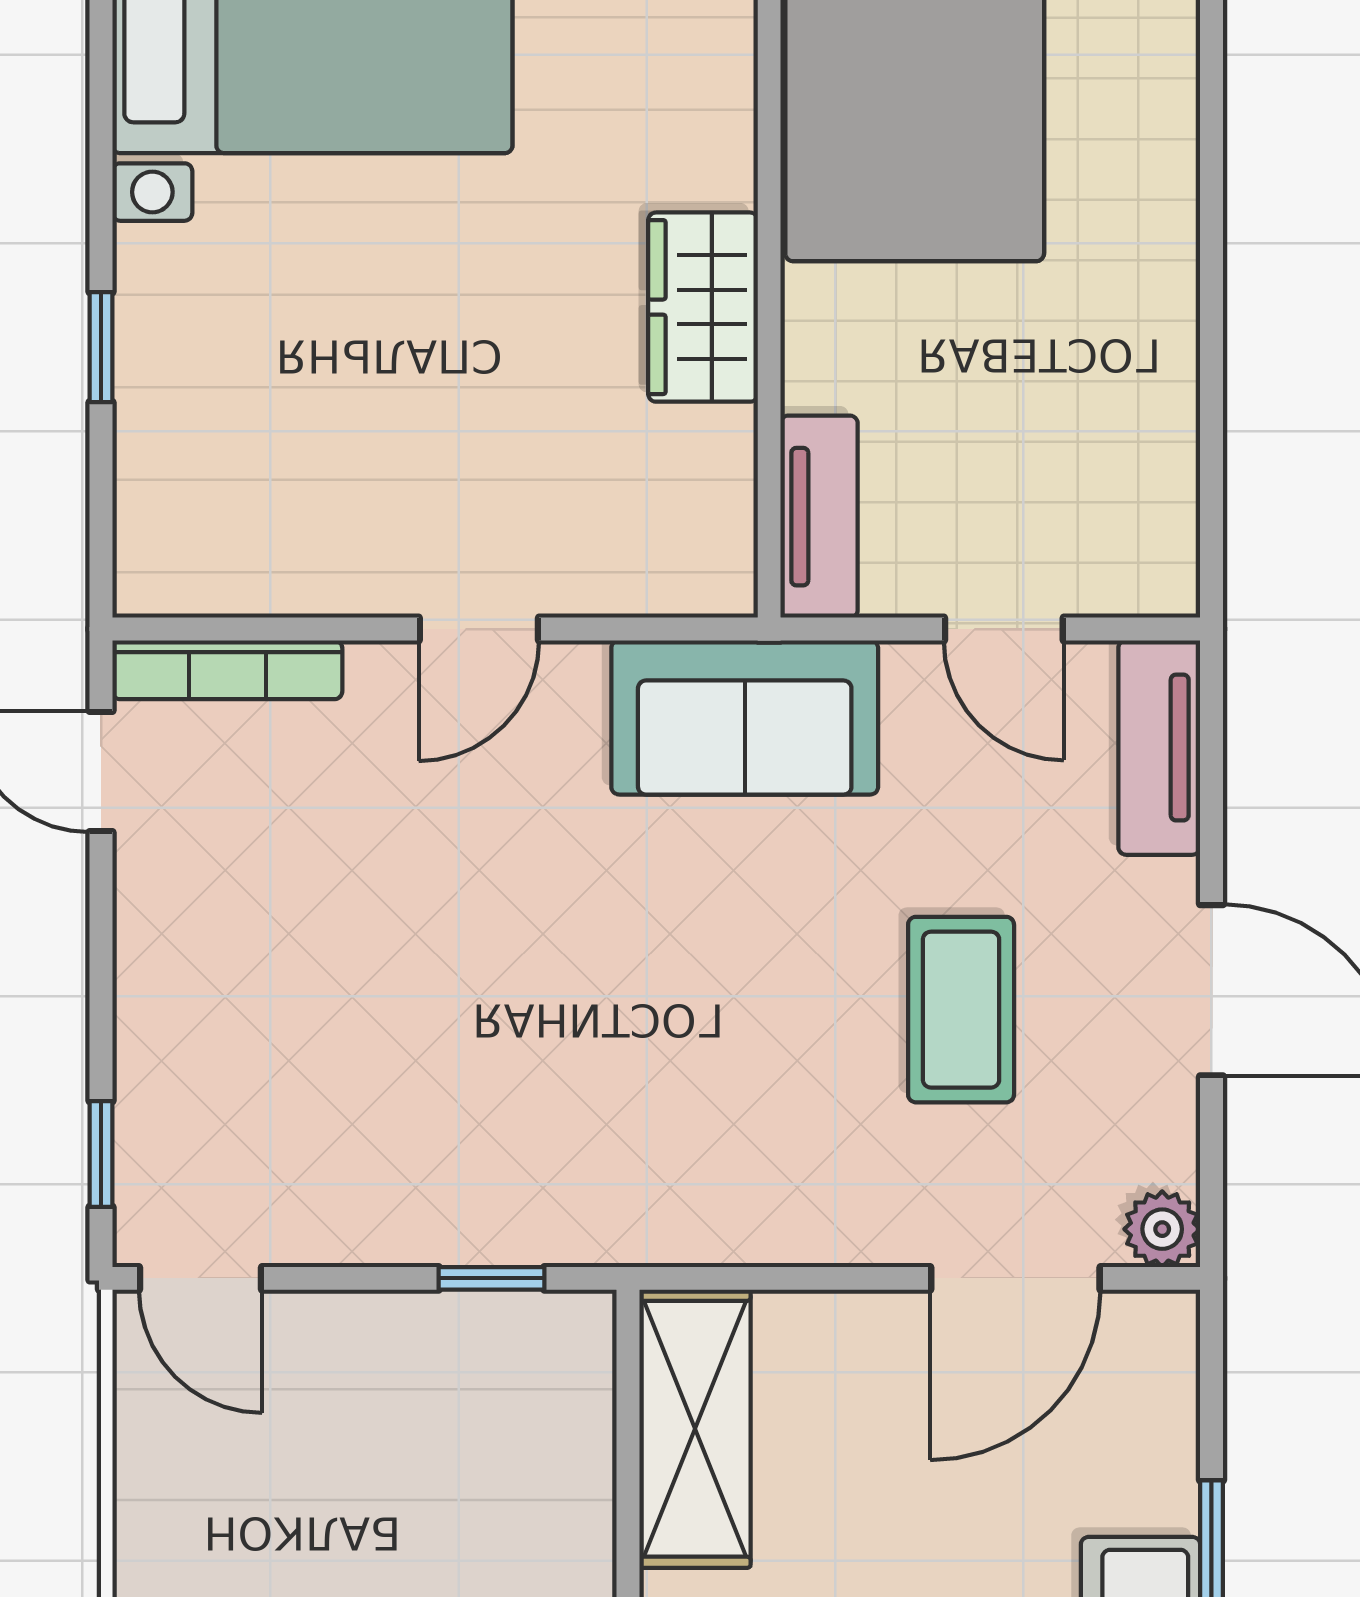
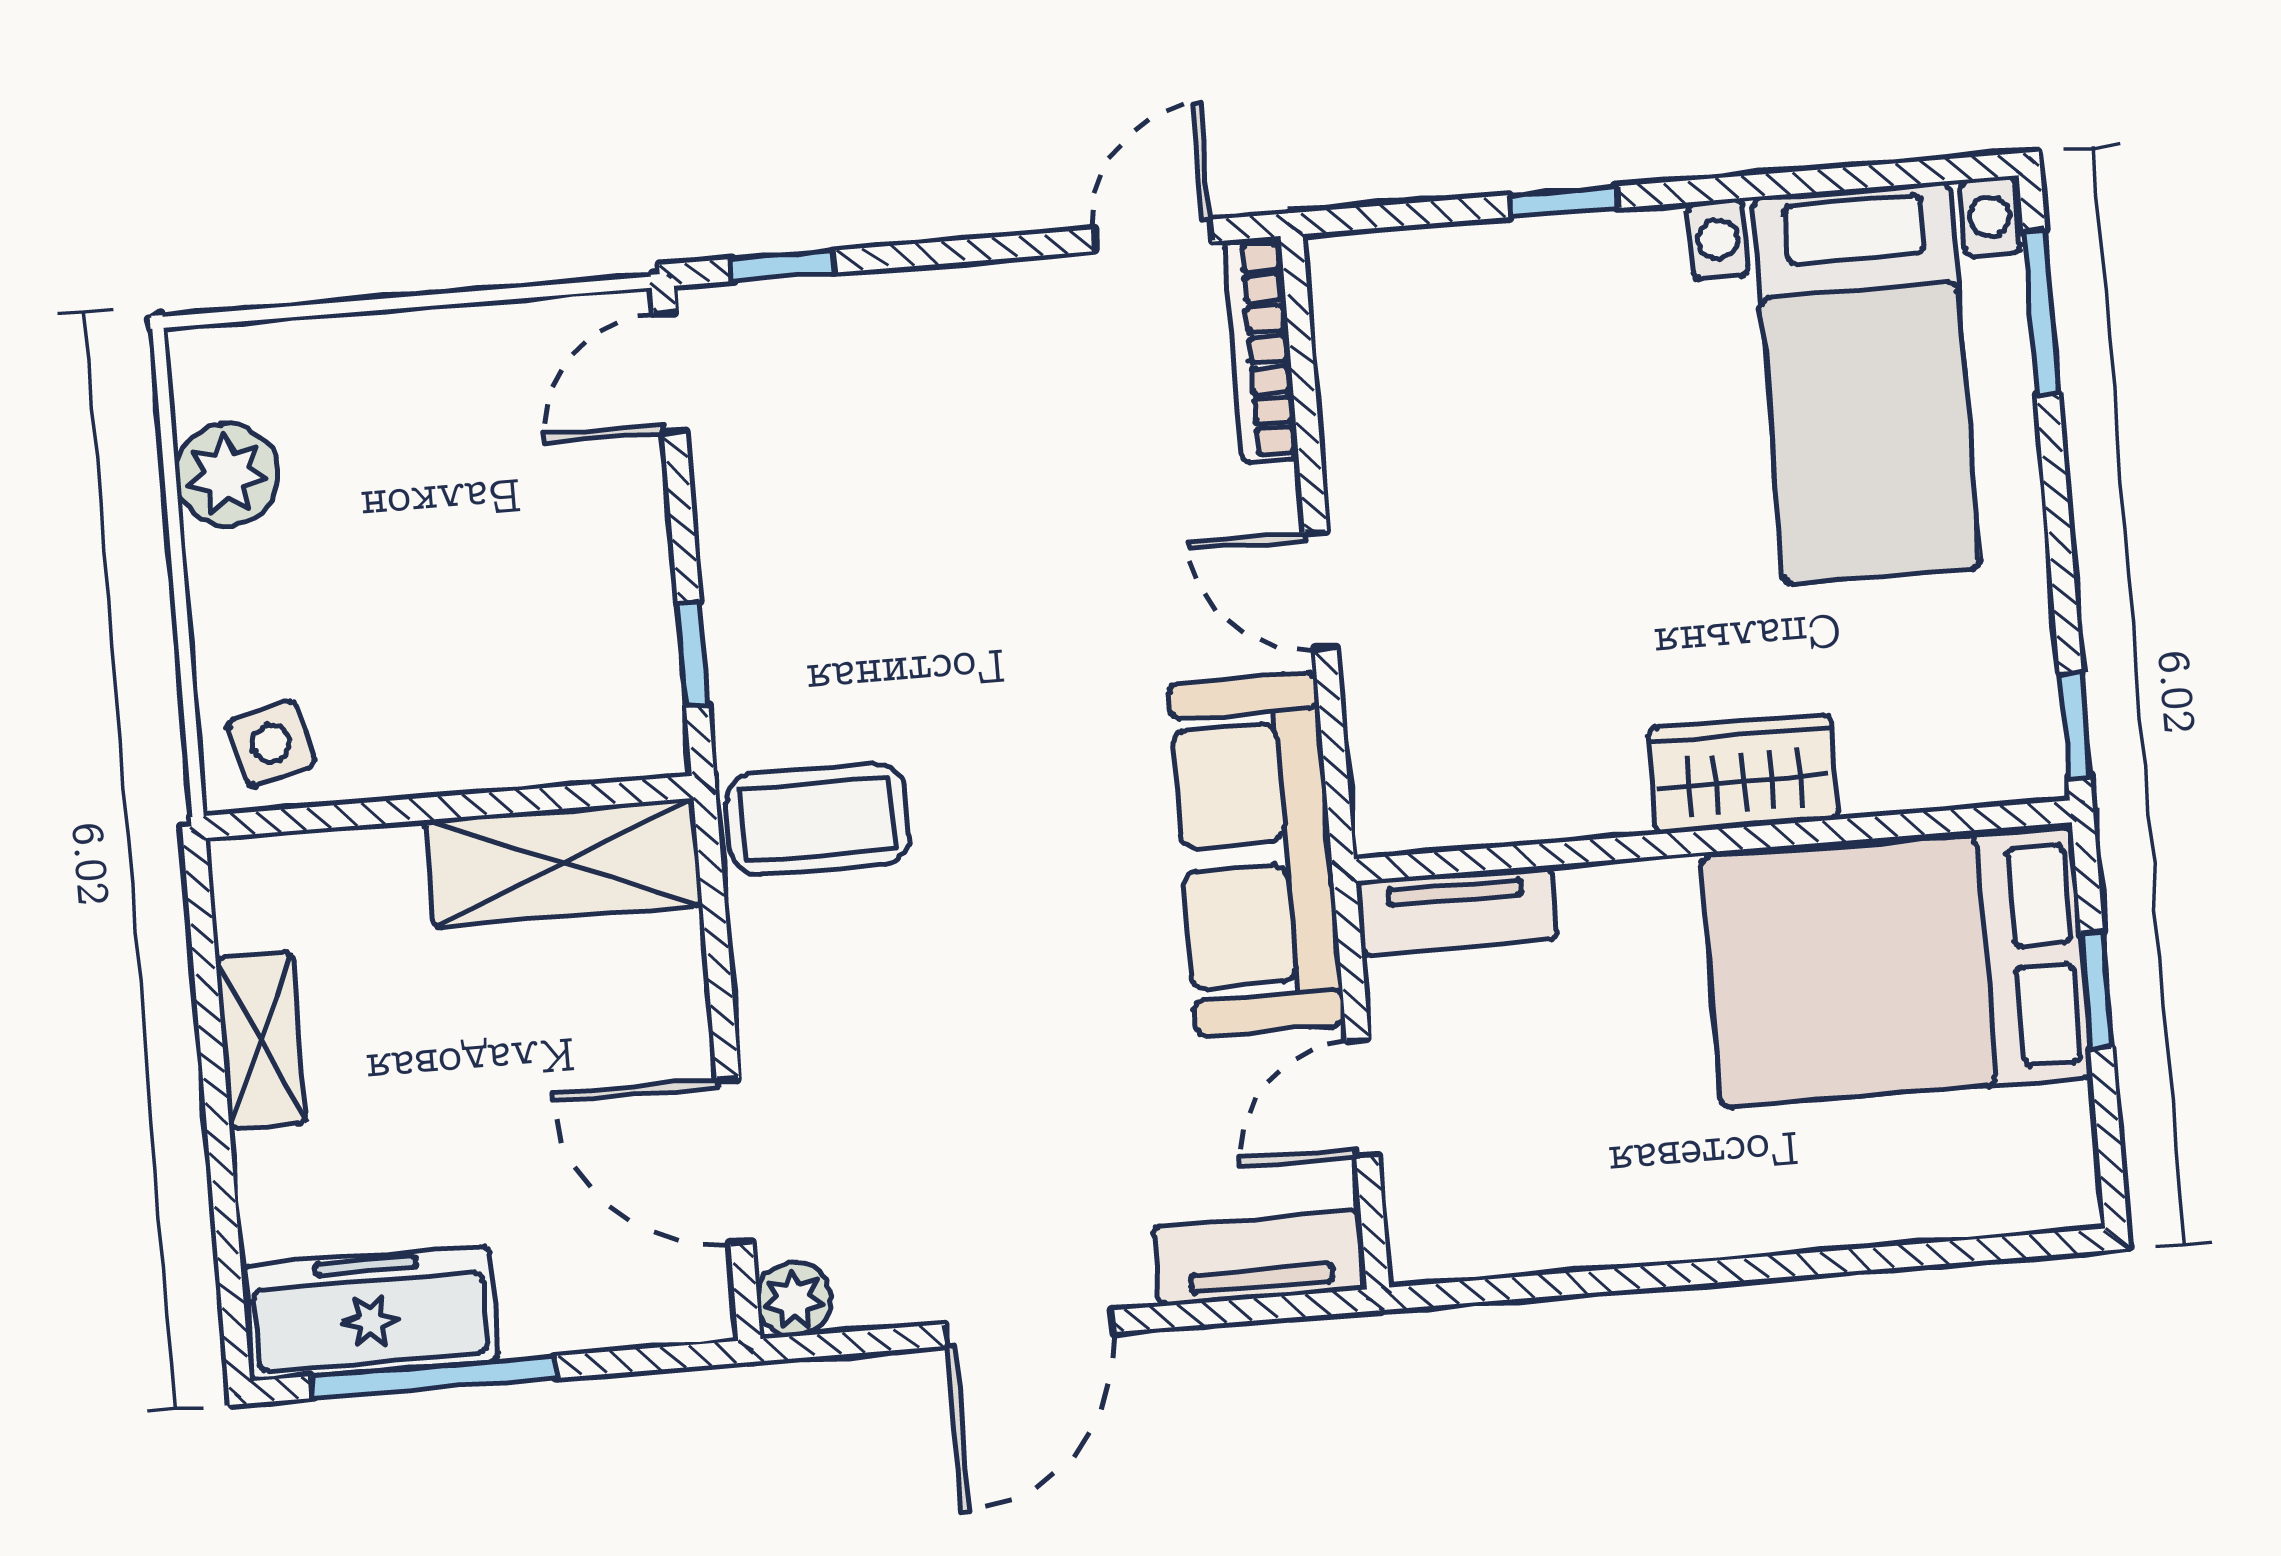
wardrobe: (703, 307) -> (1743, 774), moved
sofa: (745, 717) -> (1256, 854), width x1.36
coffee table: (961, 1010) -> (817, 819), moved

